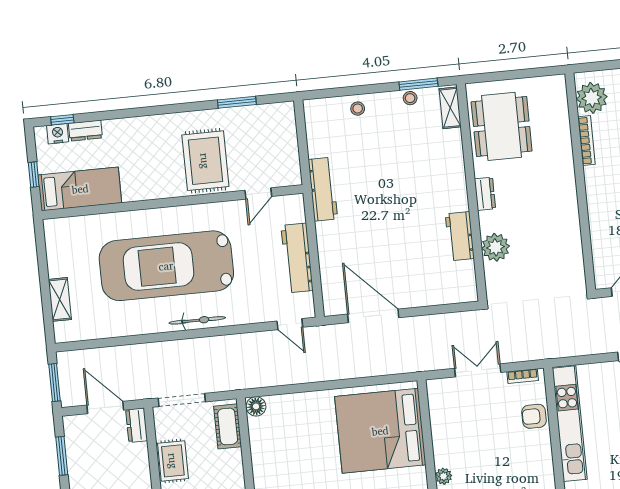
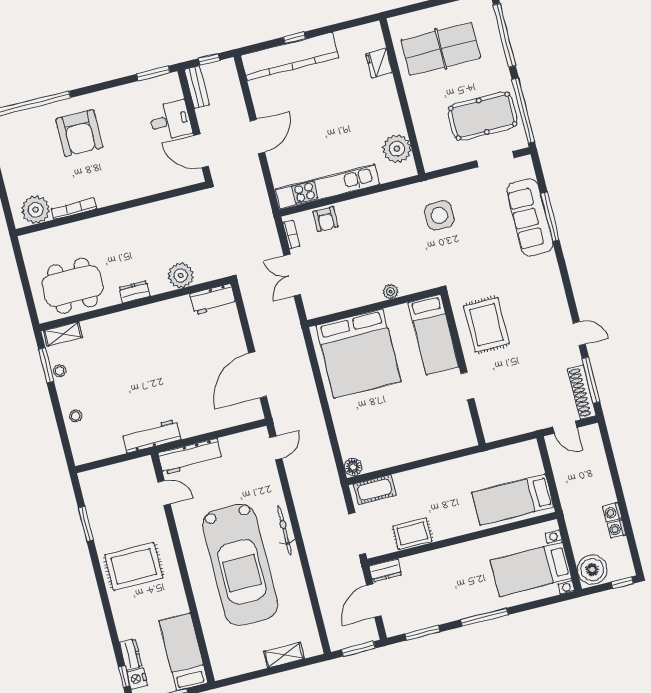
rug: (205, 161) -> (134, 566), moved
workbench: (460, 236) -> (213, 299), moved
workbench: (297, 258) -> (190, 457), moved

